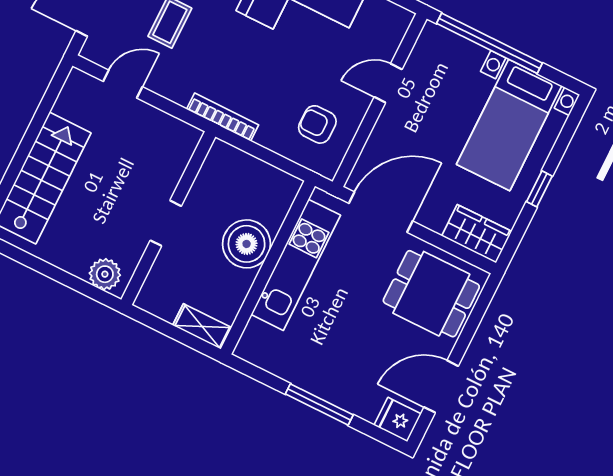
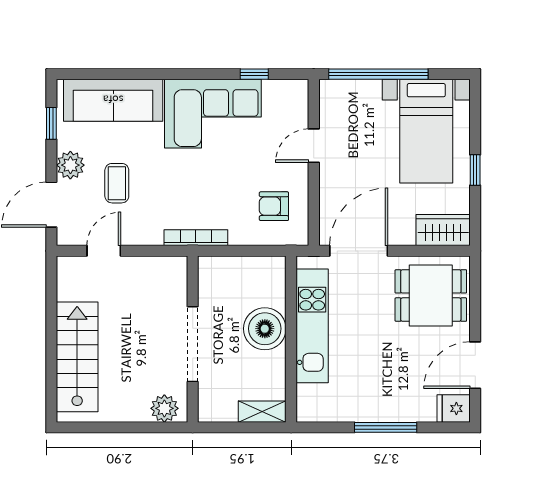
doorway: (166, 223) -> (193, 344), width x1.88

